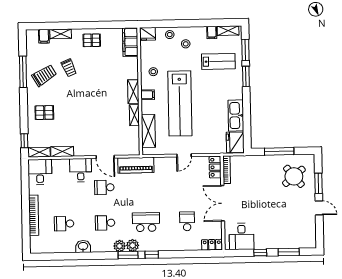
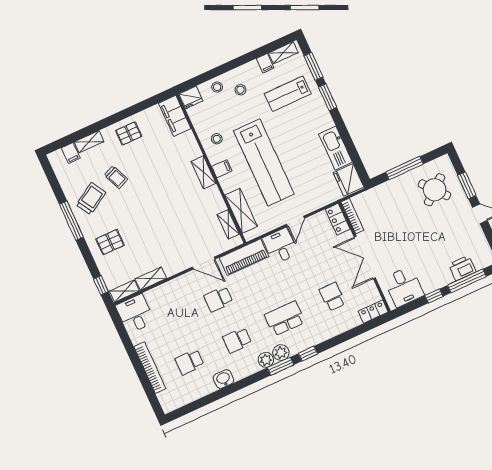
lab bench: (218, 61) -> (288, 94), turned 180
window: (23, 72) -> (71, 221), moved
shelving: (134, 115) -> (228, 224), moved
desk: (81, 170) -> (280, 246), moved
printer: (289, 241) -> (462, 268), added
window: (289, 252) -> (467, 281), width x1.44

